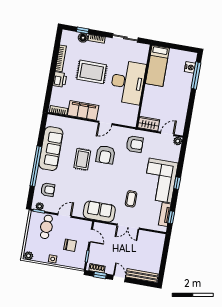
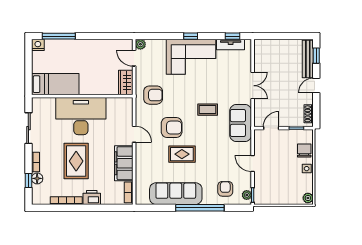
nightstand: (190, 67) -> (38, 45), moved
armchair: (135, 144) -> (153, 95), turned 90
coffee table: (131, 199) -> (208, 110), moved
cafe table: (46, 227) -> (270, 183), removed
chair: (70, 245) -> (304, 151), moved
window: (100, 275) -> (316, 56), moved

